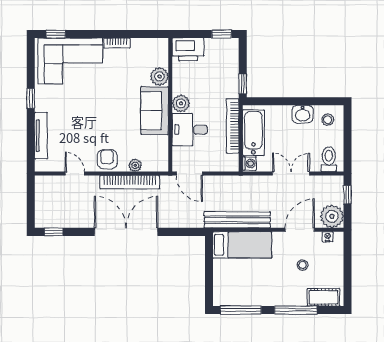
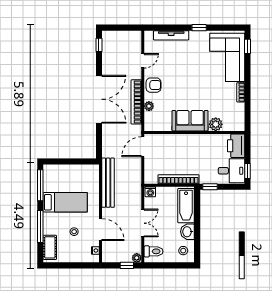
plant: (181, 103) -> (195, 140), removed
desk: (190, 130) -> (231, 171), moved, turned 90
bathtub: (253, 133) -> (186, 206), moved, turned 90
plant: (332, 216) -> (137, 258), moved, width x0.53, depth x0.53
bed: (242, 245) -> (65, 202), moved, turned -90

